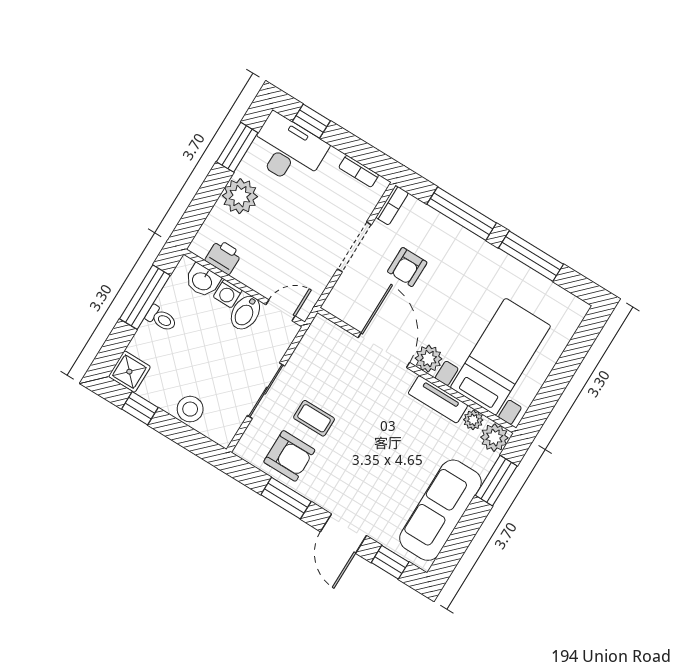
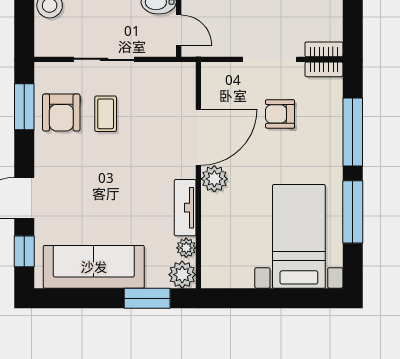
bookcase: (359, 171) -> (324, 49), moved, turned 90
bed with nightstands: (500, 357) -> (299, 236), moved, turned -90
window: (286, 498) -> (24, 107), moved

